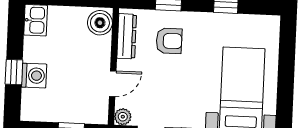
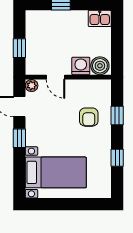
dresser: (127, 36) -> (91, 86), removed
washing machine: (34, 76) -> (81, 66), moved, turned 180

